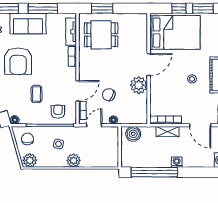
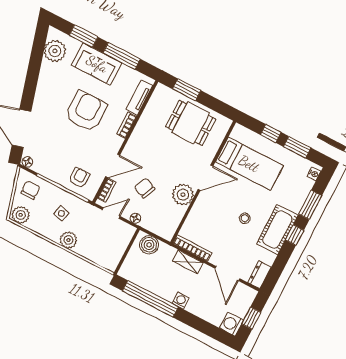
bed: (175, 32) -> (249, 164), width x0.67
dining table: (101, 35) -> (191, 123), moved
armchair: (18, 61) -> (86, 111), moved, turned 180
coffee table: (36, 94) -> (66, 146), removed

